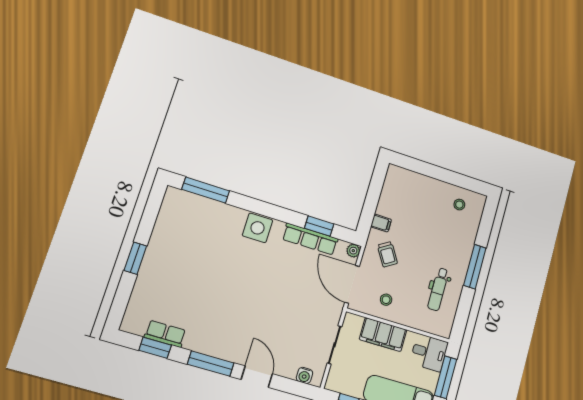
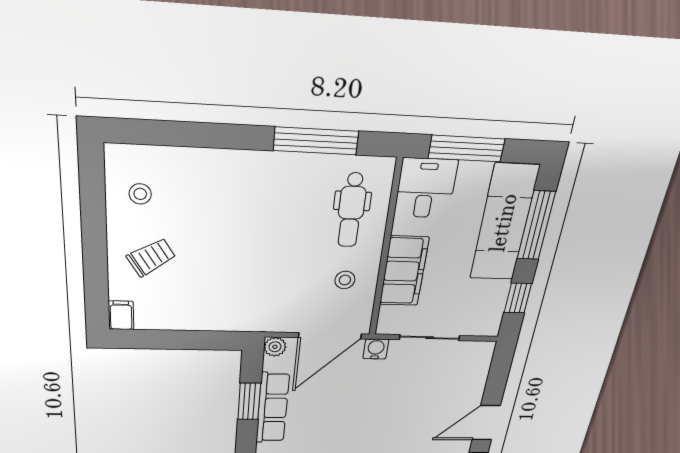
filing cabinet: (381, 223) -> (121, 315), moved
trolley: (387, 254) -> (151, 257), moved
window: (475, 267) -> (316, 141), moved
dental chair: (438, 289) -> (351, 210), moved, turned 90
water cooler: (304, 375) -> (376, 349), moved, turned -90

